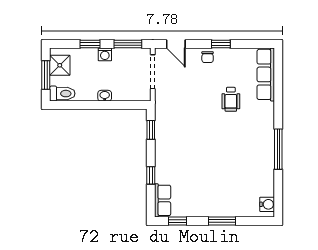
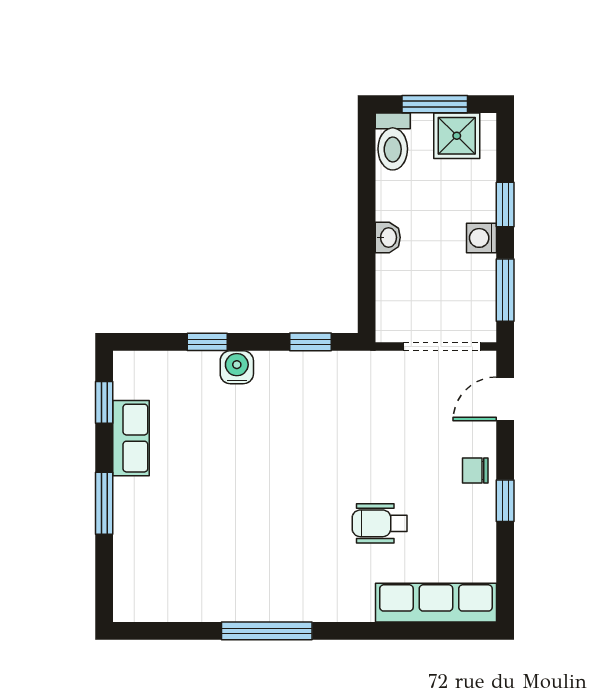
row of seats: (163, 200) -> (131, 438), moved, turned -90
water cooler: (267, 204) -> (237, 367), moved, turned 180

